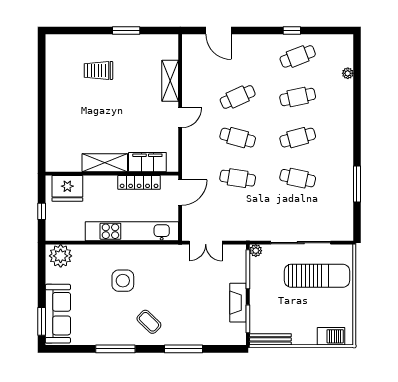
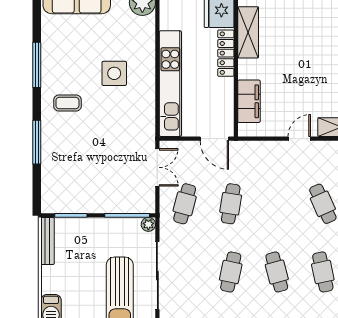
door: (180, 118) -> (299, 139), swing flipped
cafe table: (238, 138) -> (185, 204), moved
shelving: (105, 163) -> (248, 32), moved
locker: (139, 182) -> (226, 53), moved
double door: (206, 243) -> (157, 167), swing flipped
fireplace: (238, 303) -> (89, 204), removed
coffee table: (149, 322) -> (67, 103), turned 46

